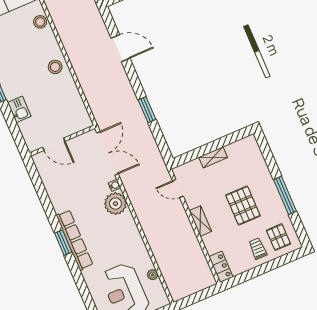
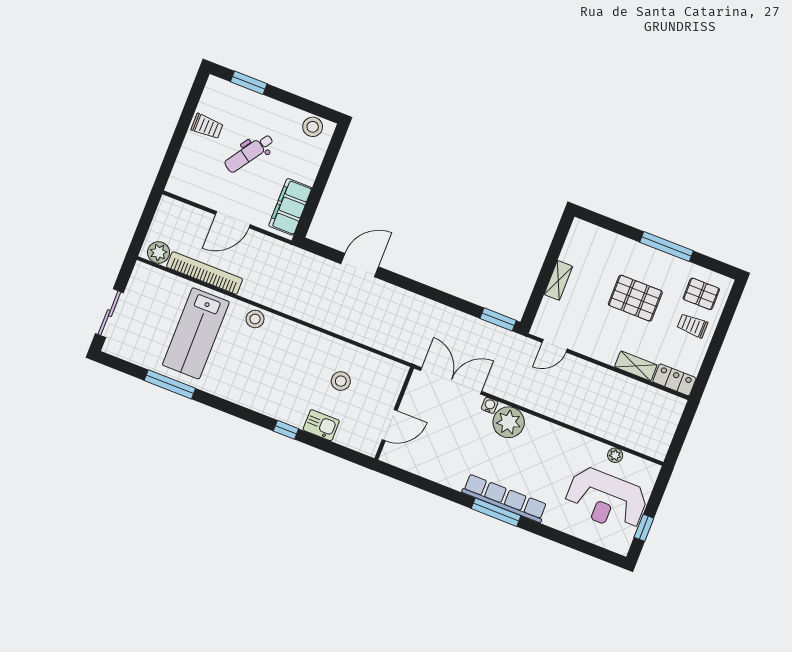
stool: (55, 67) -> (341, 381), moved
window: (147, 110) -> (498, 319), moved
shelving: (200, 221) -> (636, 366), moved
window: (63, 243) -> (496, 512), width x1.44

